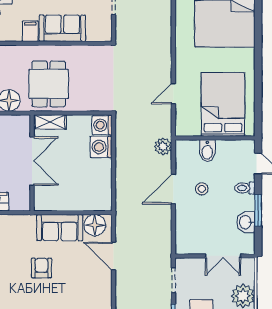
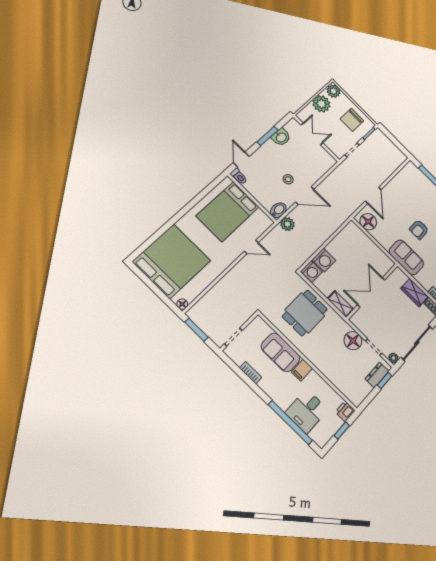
dining table: (49, 84) -> (305, 313), moved
bidet: (207, 151) -> (278, 210), moved
toilet: (245, 188) -> (239, 176), moved
sofa: (60, 228) -> (406, 257), moved

